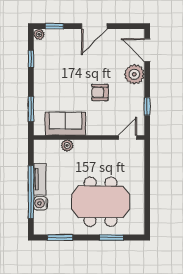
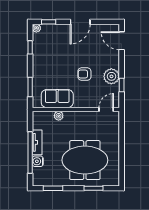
plant: (134, 74) -> (111, 76), moved

